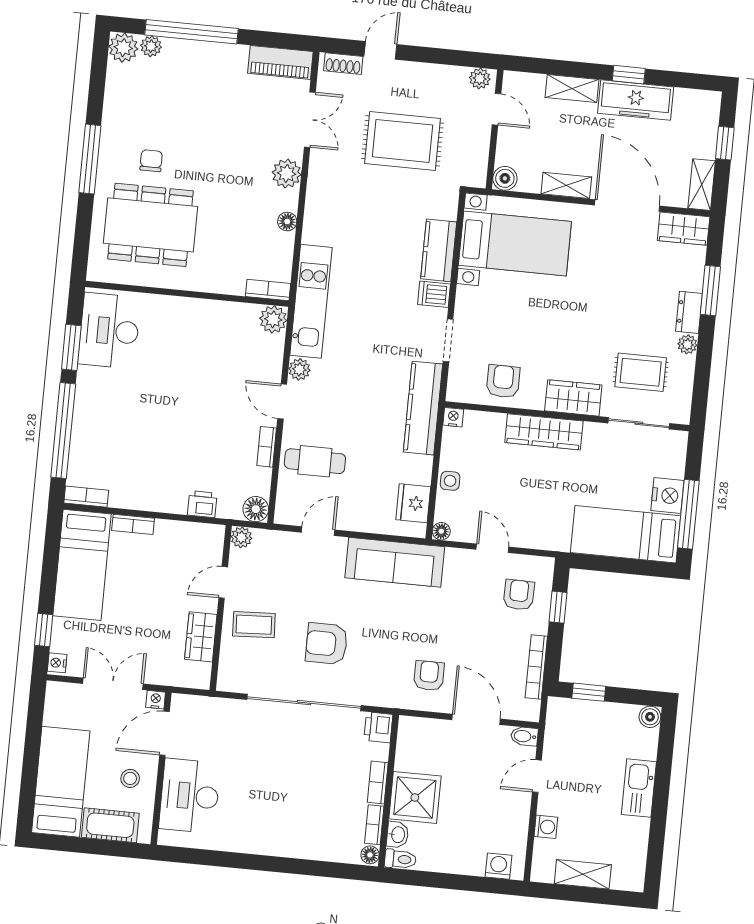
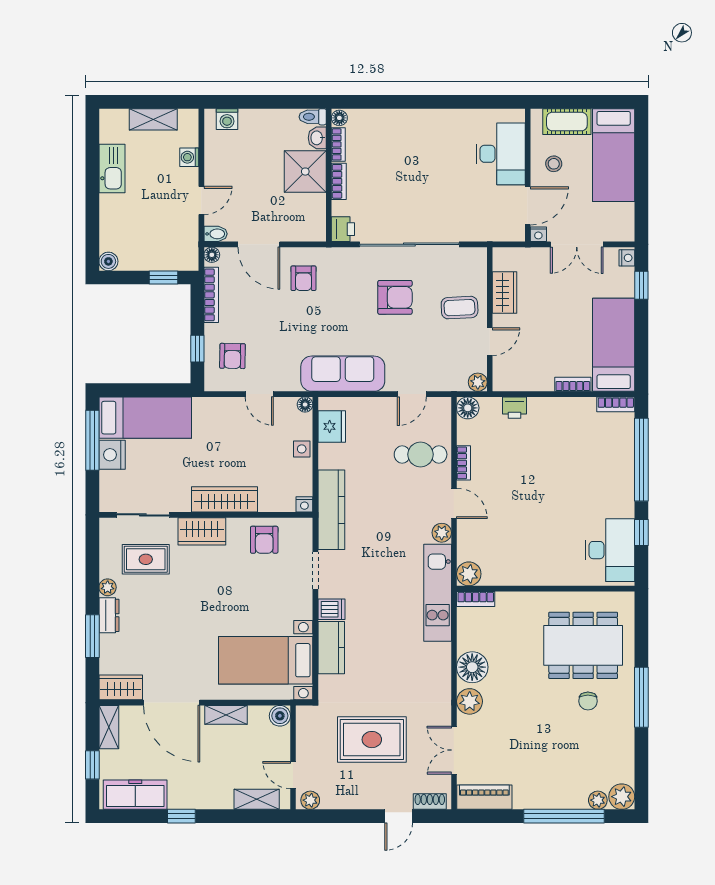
shelving: (572, 89) -> (257, 799), moved
freezer: (636, 100) -> (135, 795), moved
floor lamp: (287, 222) -> (472, 667), width x1.89, depth x1.89
window: (71, 347) -> (641, 533), width x0.67
floor lamp: (531, 713) -> (212, 255), added
kitchen sink: (639, 788) -> (112, 168), moved

